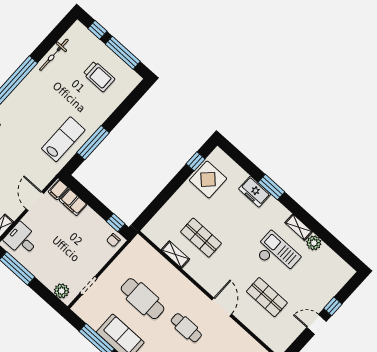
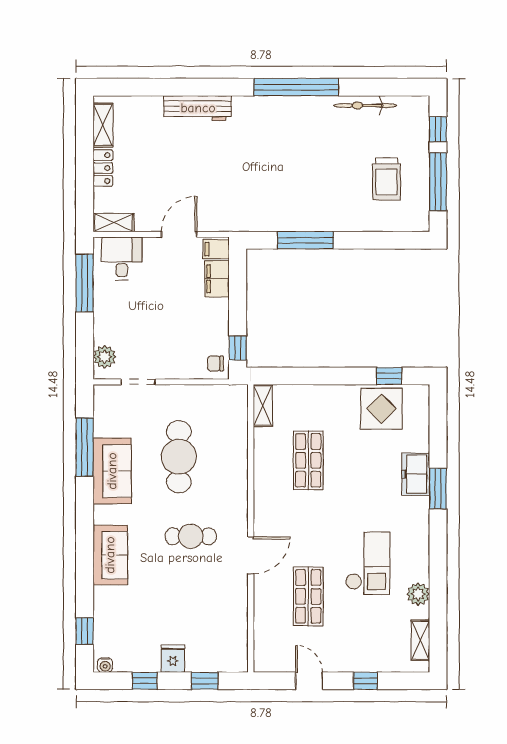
lab bench: (63, 139) -> (279, 203), removed
shelving: (299, 227) -> (420, 640), moved
shelving: (175, 255) -> (263, 406), moved
door: (317, 324) -> (309, 681), moved
cafe table: (186, 328) -> (191, 536), turned 90

